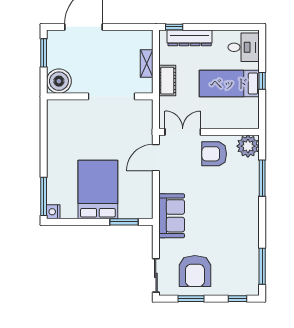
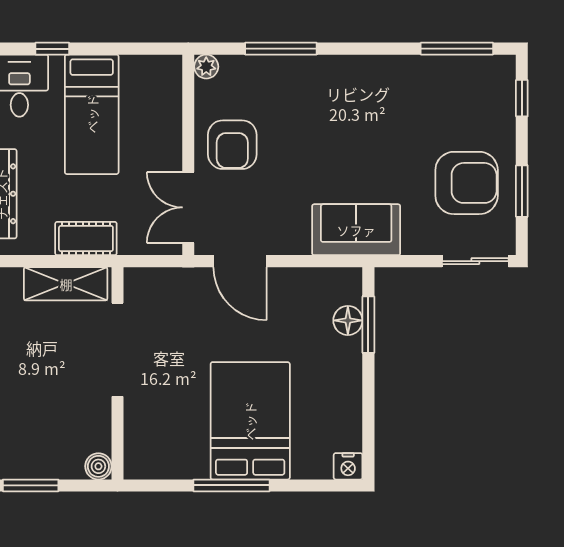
shelving: (147, 63) -> (66, 284), width x1.50, depth x1.33
boiler: (59, 81) -> (98, 466), width x0.54, depth x0.54
window: (262, 81) -> (52, 49), moved
plant: (248, 146) -> (206, 67), width x0.53, depth x0.53
bed: (98, 190) -> (250, 421), moved, turned 90
window: (44, 196) -> (231, 485), moved
floor lamp: (126, 212) -> (348, 320), added

